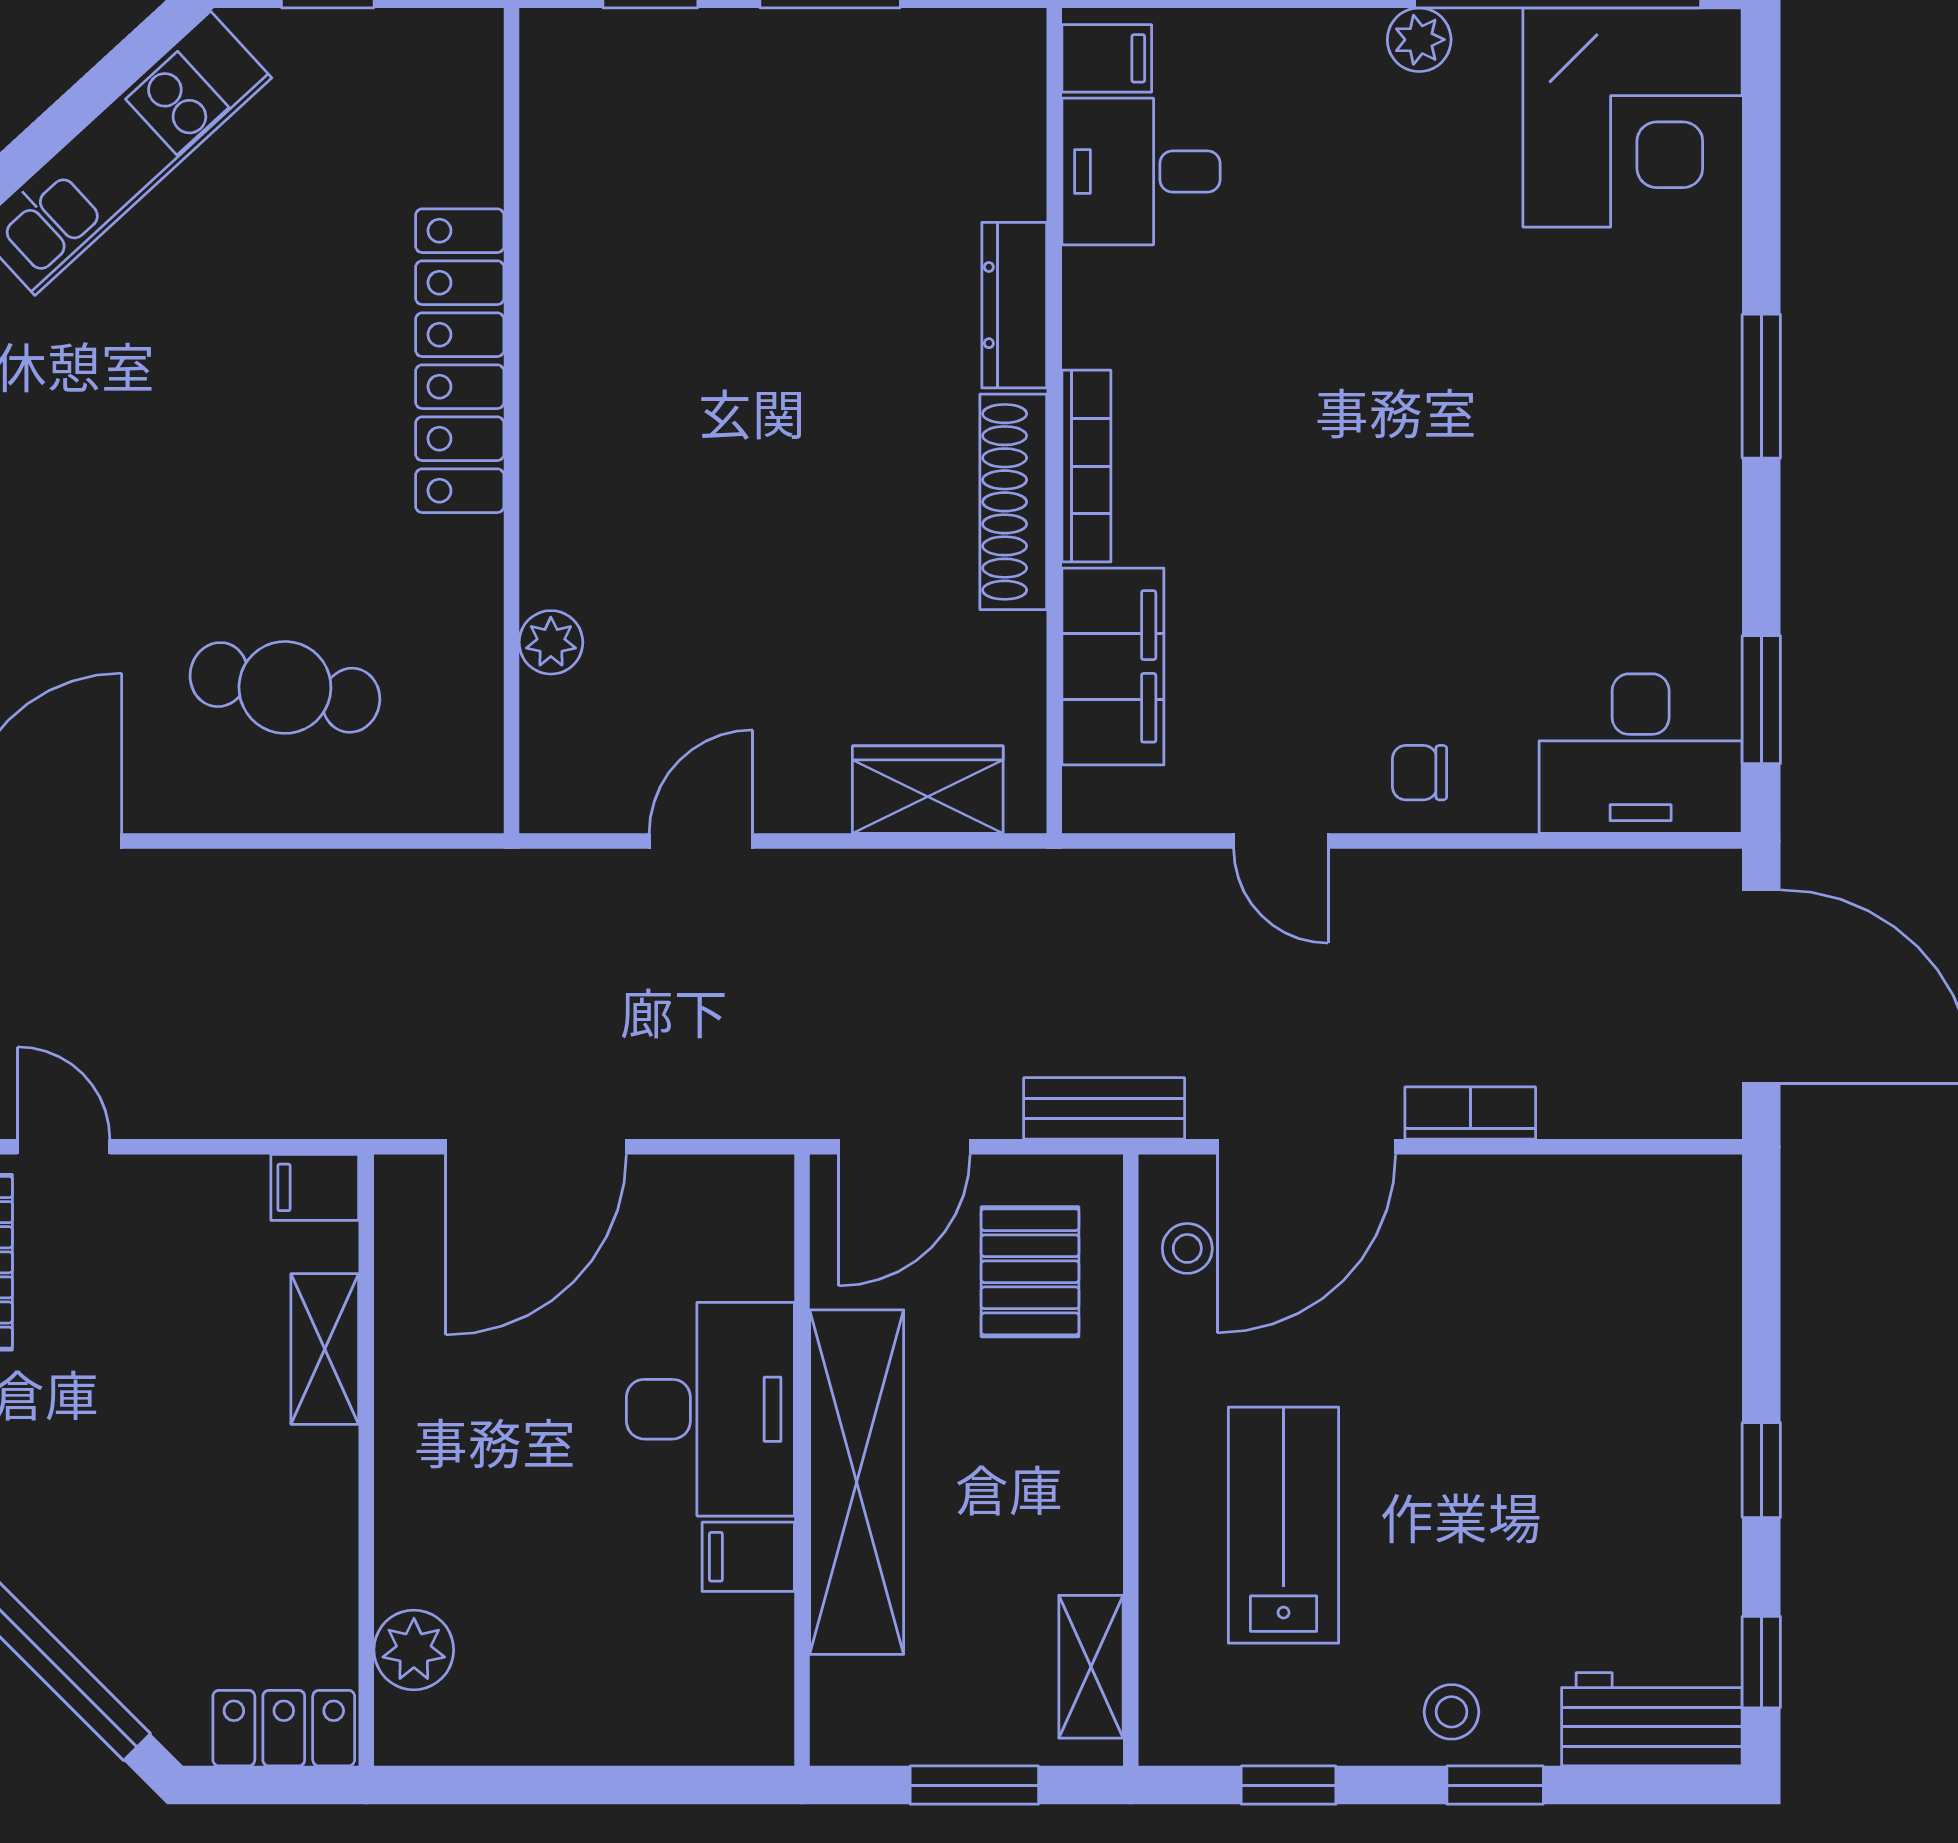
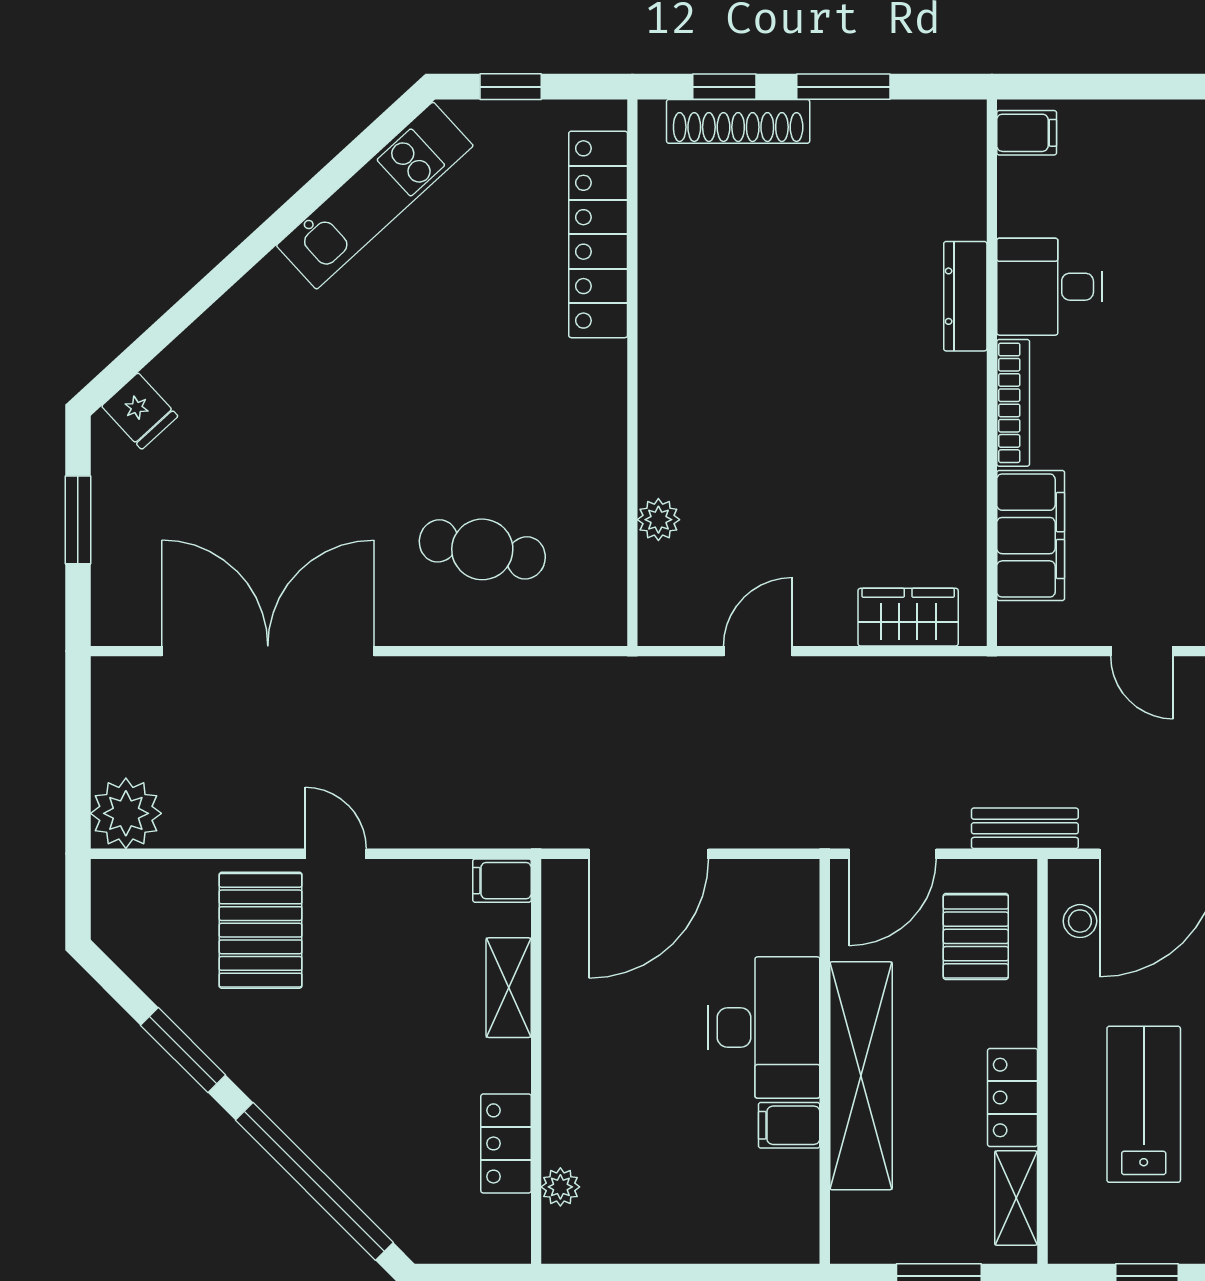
desk: (1141, 172) -> (1049, 287), moved
locker: (460, 361) -> (598, 234), moved
shoe rack: (1013, 502) -> (738, 121), moved, turned -90
locker: (1086, 1515) -> (1013, 1097), added
plant: (414, 1650) -> (560, 1187), width x0.73, depth x0.73
locker: (284, 1728) -> (506, 1143), moved, turned -90

